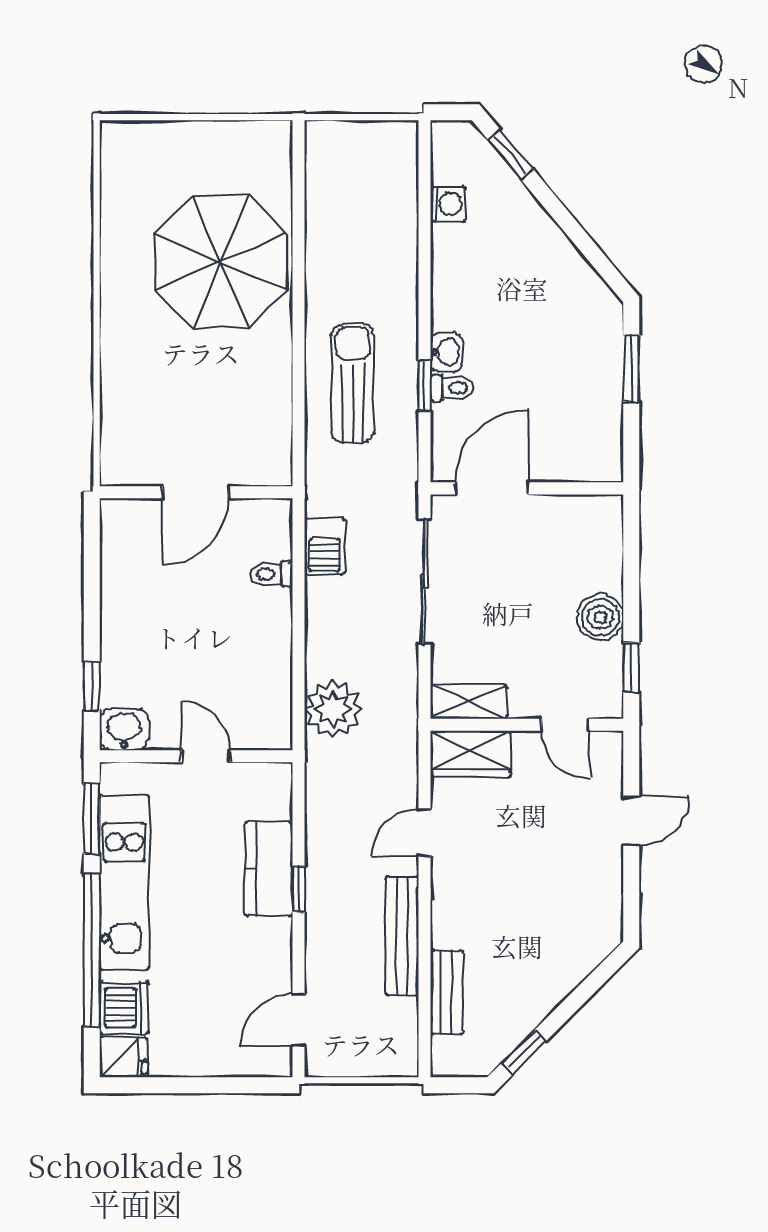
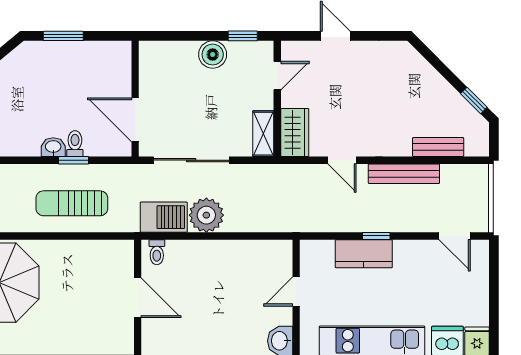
barbecue: (324, 547) -> (164, 217), width x1.38, depth x1.27
toilet: (271, 574) -> (157, 252), moved
plant: (333, 709) -> (206, 215), moved

